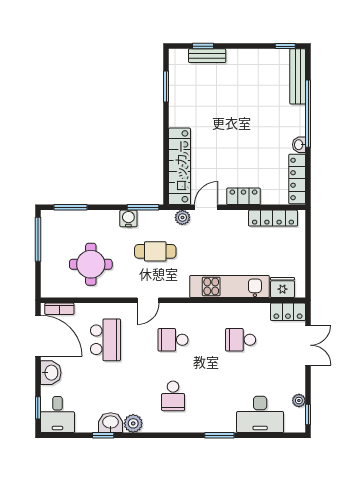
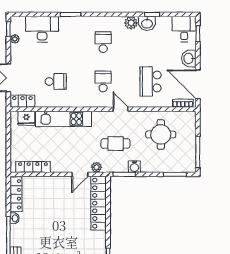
locker: (243, 196) -> (54, 182), removed
door: (148, 300) -> (121, 109), hinge flipped
school desk: (173, 340) -> (103, 81), turned -90

